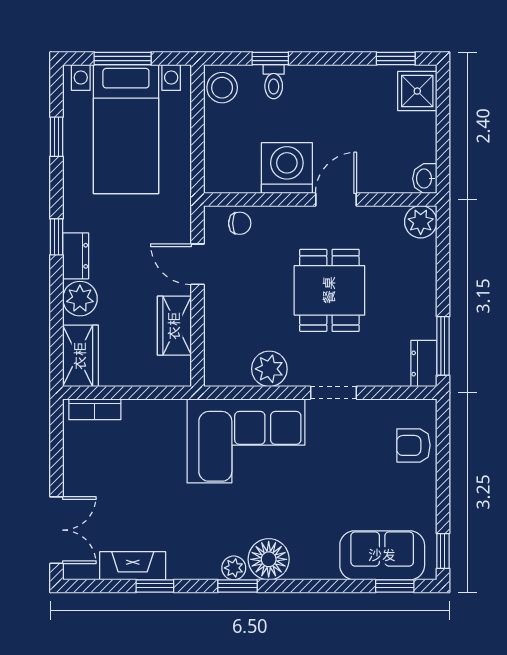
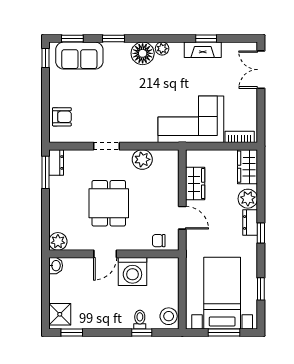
corner sofa: (246, 441) -> (191, 119), moved
fireplace: (133, 566) -> (203, 50), moved
window: (237, 586) -> (114, 38), moved

